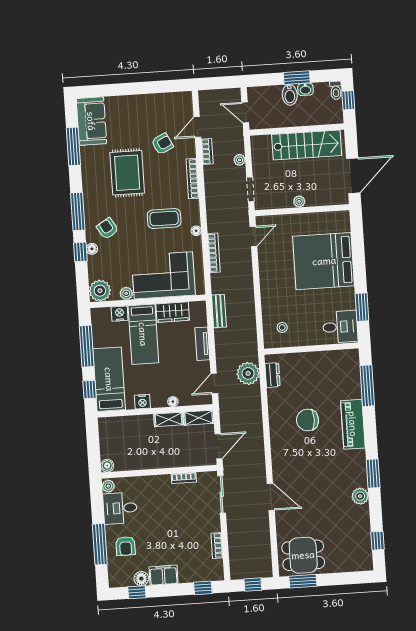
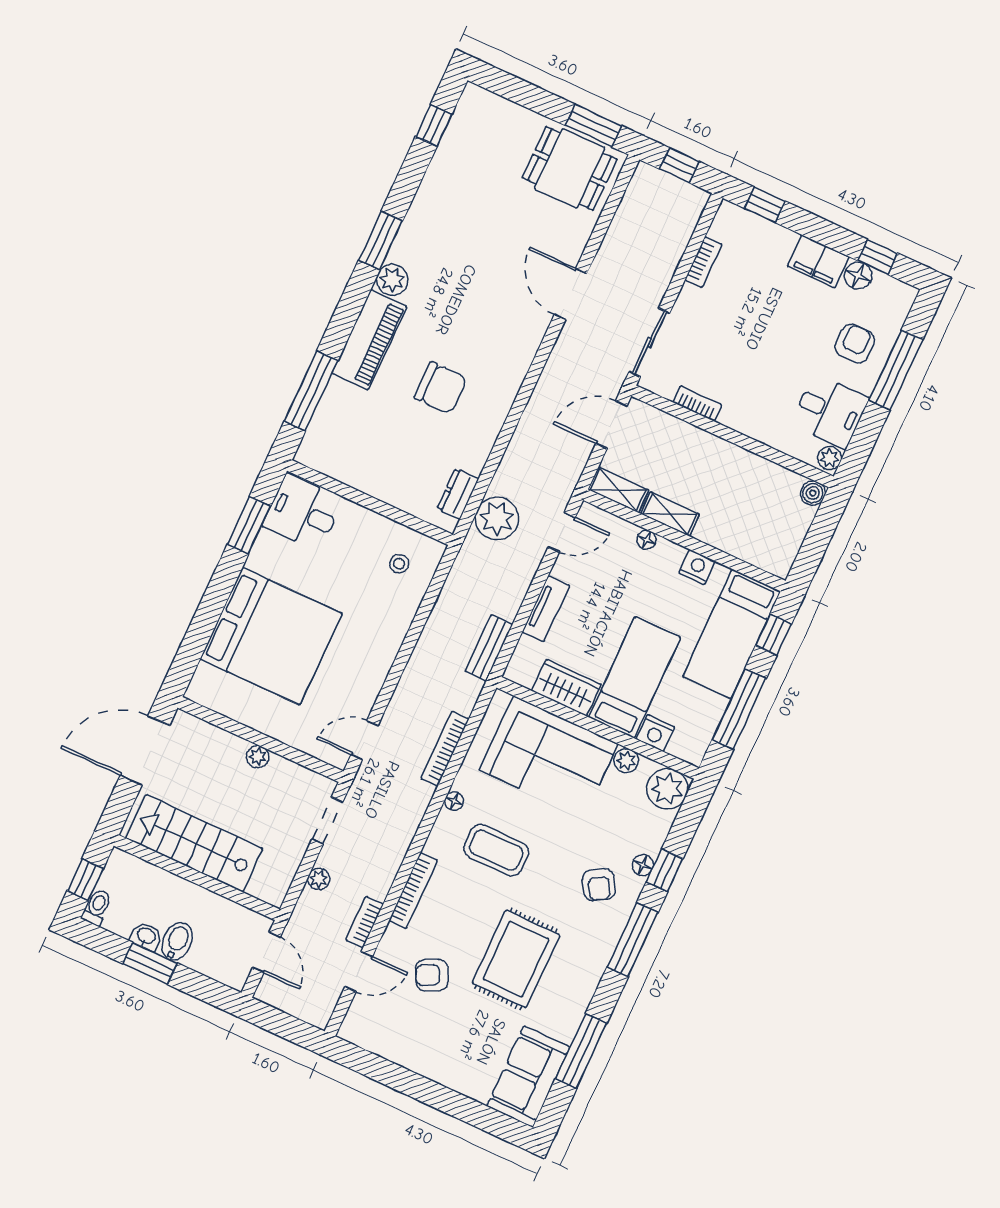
plant: (360, 496) -> (392, 280), moved

